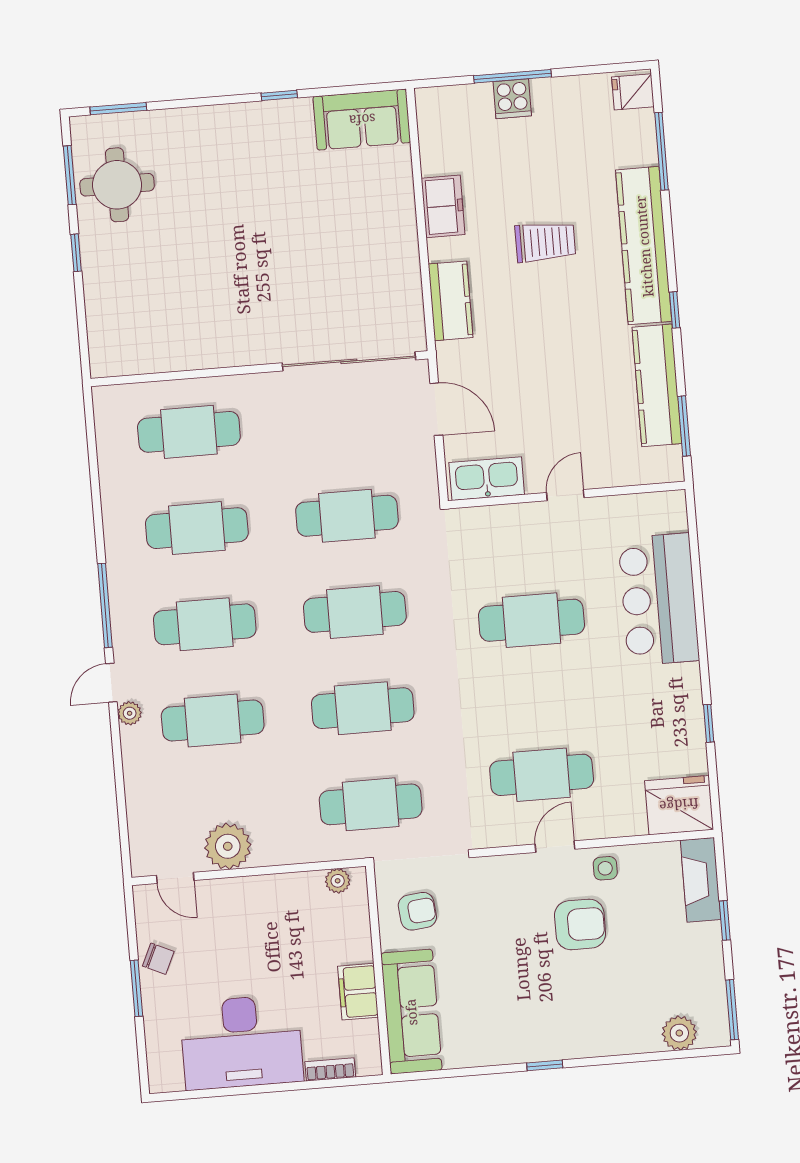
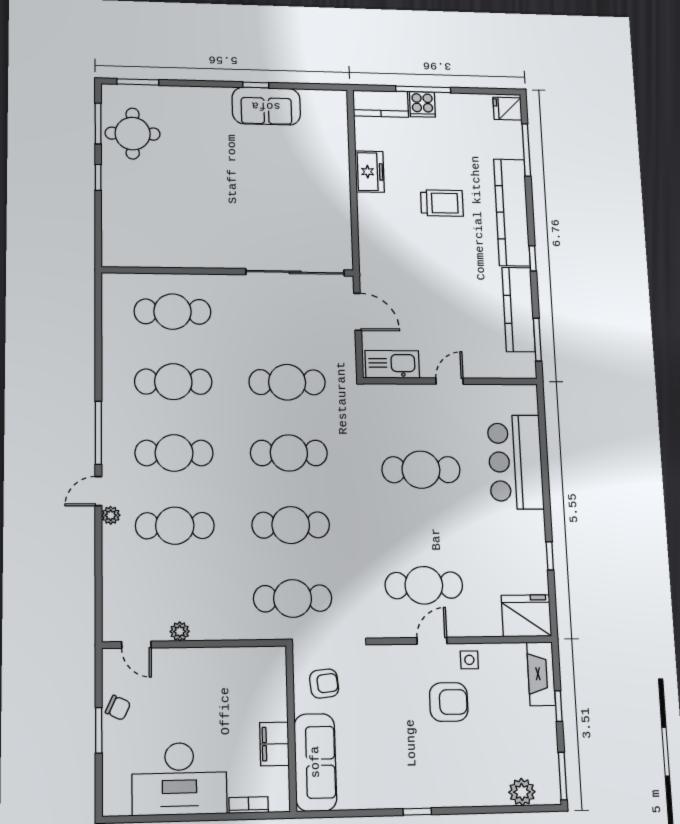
sofa: (362, 120) -> (266, 106), moved
kitchen counter: (451, 301) -> (381, 104), moved, turned 90
plant: (228, 846) -> (180, 631), width x0.53, depth x0.53
plant: (338, 881) -> (264, 656), removed

